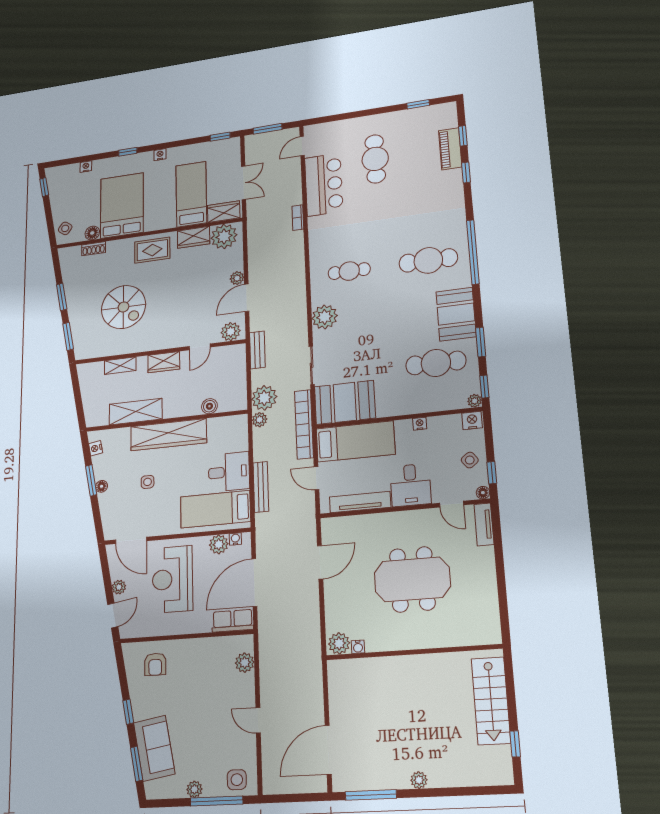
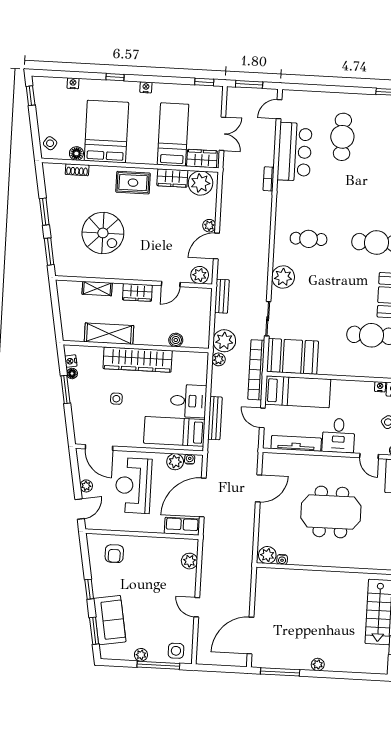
nightstand: (420, 424) -> (380, 387), moved
floor lamp: (102, 486) -> (72, 373), moved

